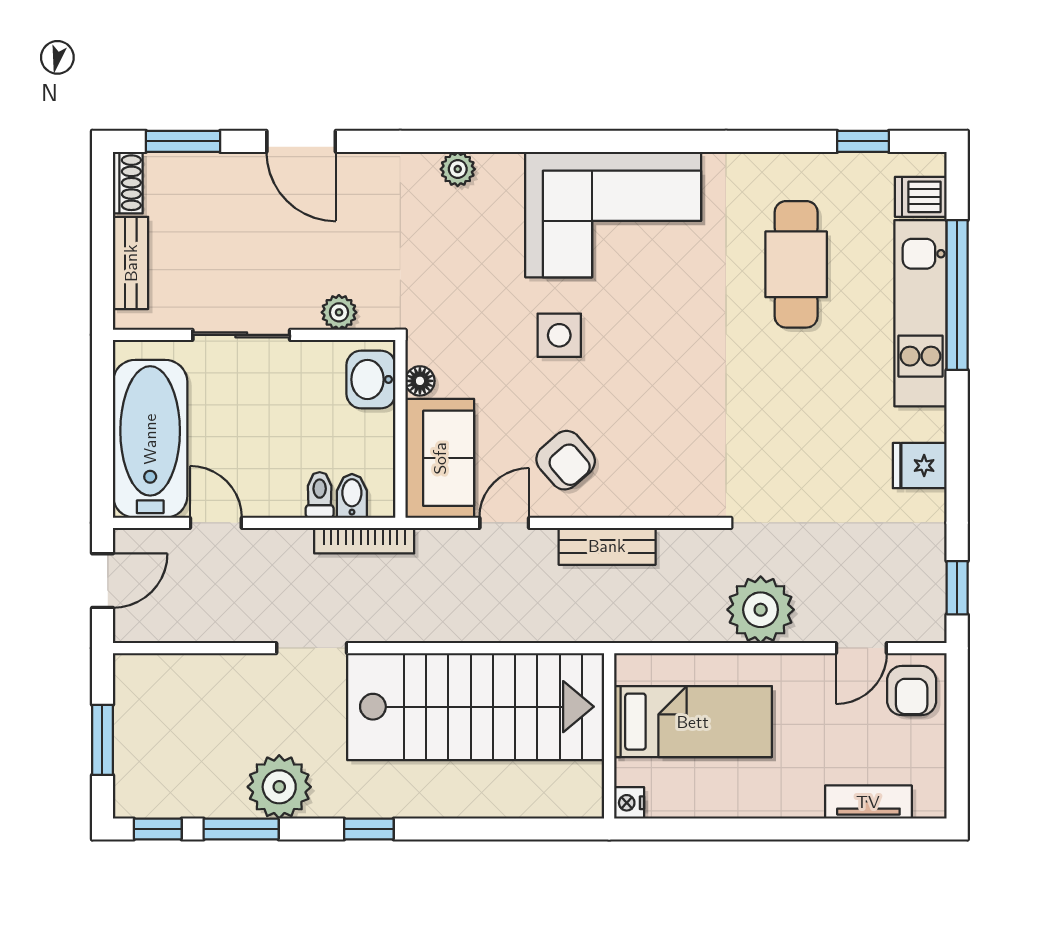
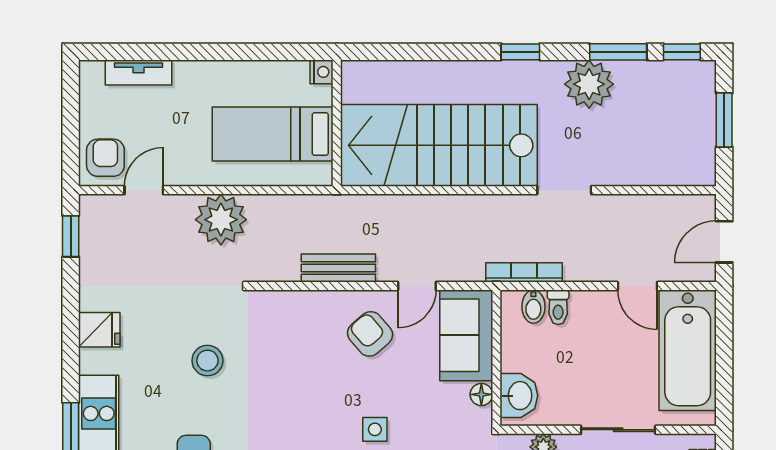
side table: (559, 335) -> (375, 429), width x0.73, depth x0.73
stool: (778, 425) -> (207, 361), added

